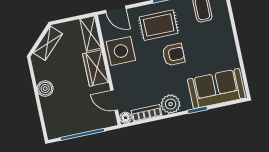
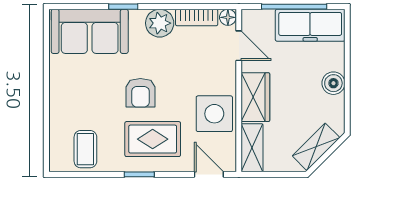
armchair: (174, 55) -> (140, 93), turned -90
freezer: (69, 124) -> (310, 25), added

